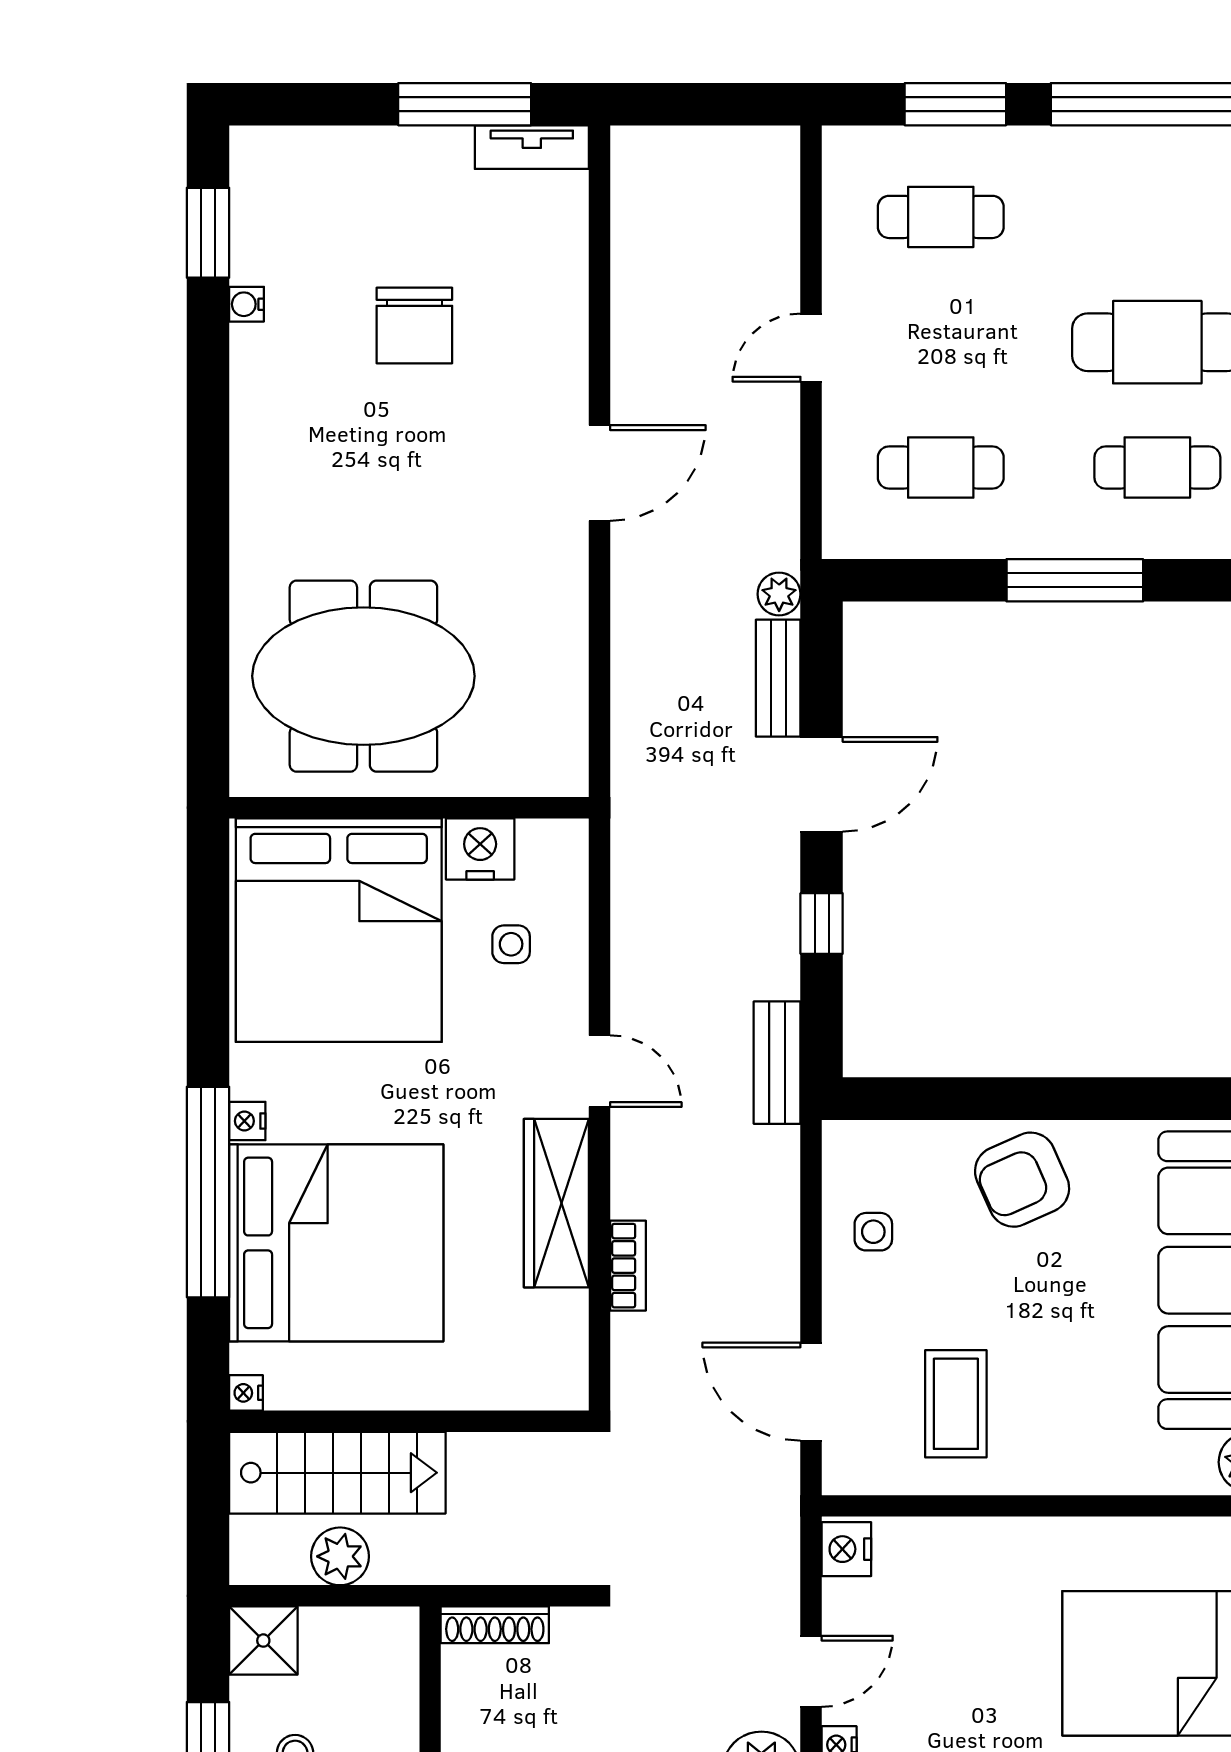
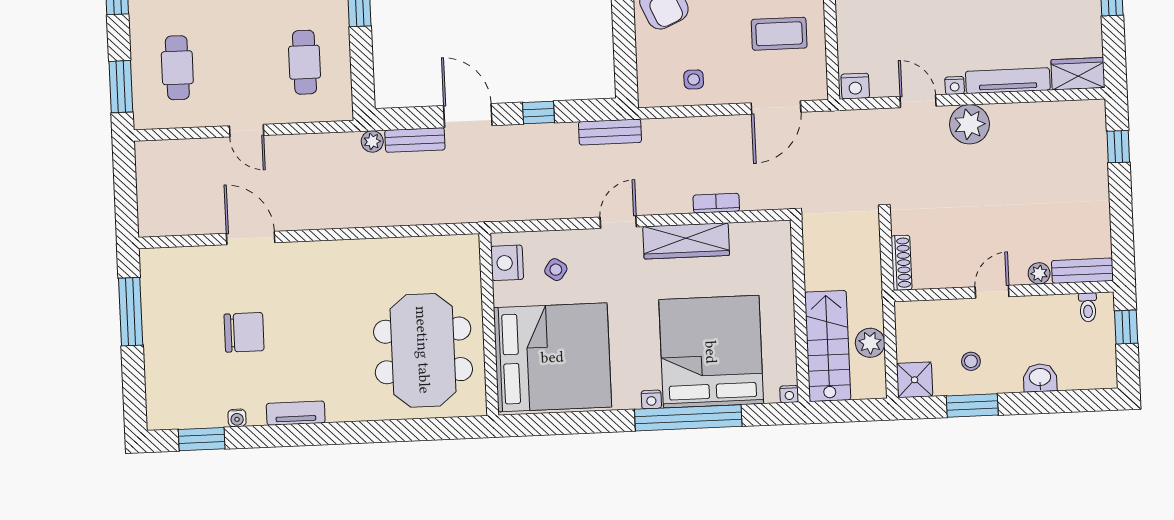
window: (955, 104) -> (121, 87), moved
tv unit: (532, 147) -> (296, 413), moved, turned -90
door: (599, 473) -> (251, 238), moved
nightstand: (480, 849) -> (507, 263), moved
side table: (511, 944) -> (556, 270), turned 36

